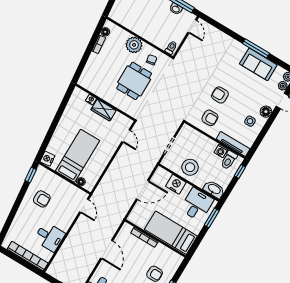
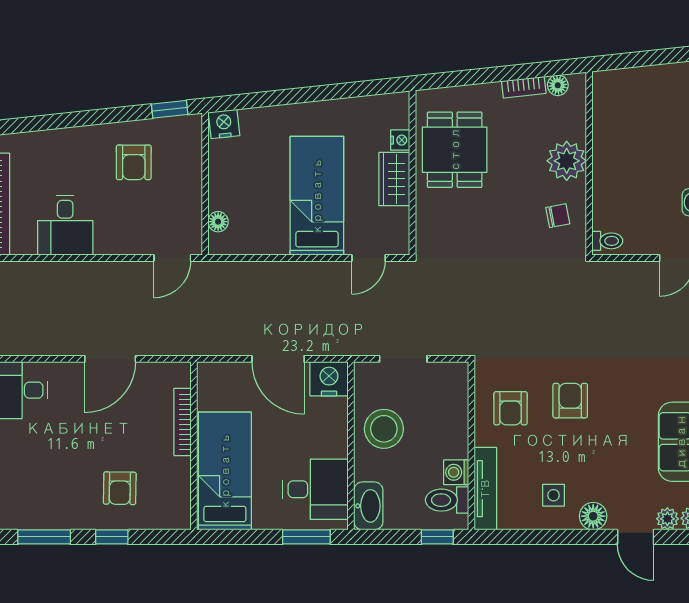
dining table: (134, 81) -> (455, 150), moved, turned 90
bed: (78, 156) -> (317, 196), moved, turned -90
nightstand: (176, 184) -> (329, 379), moved, turned -90

